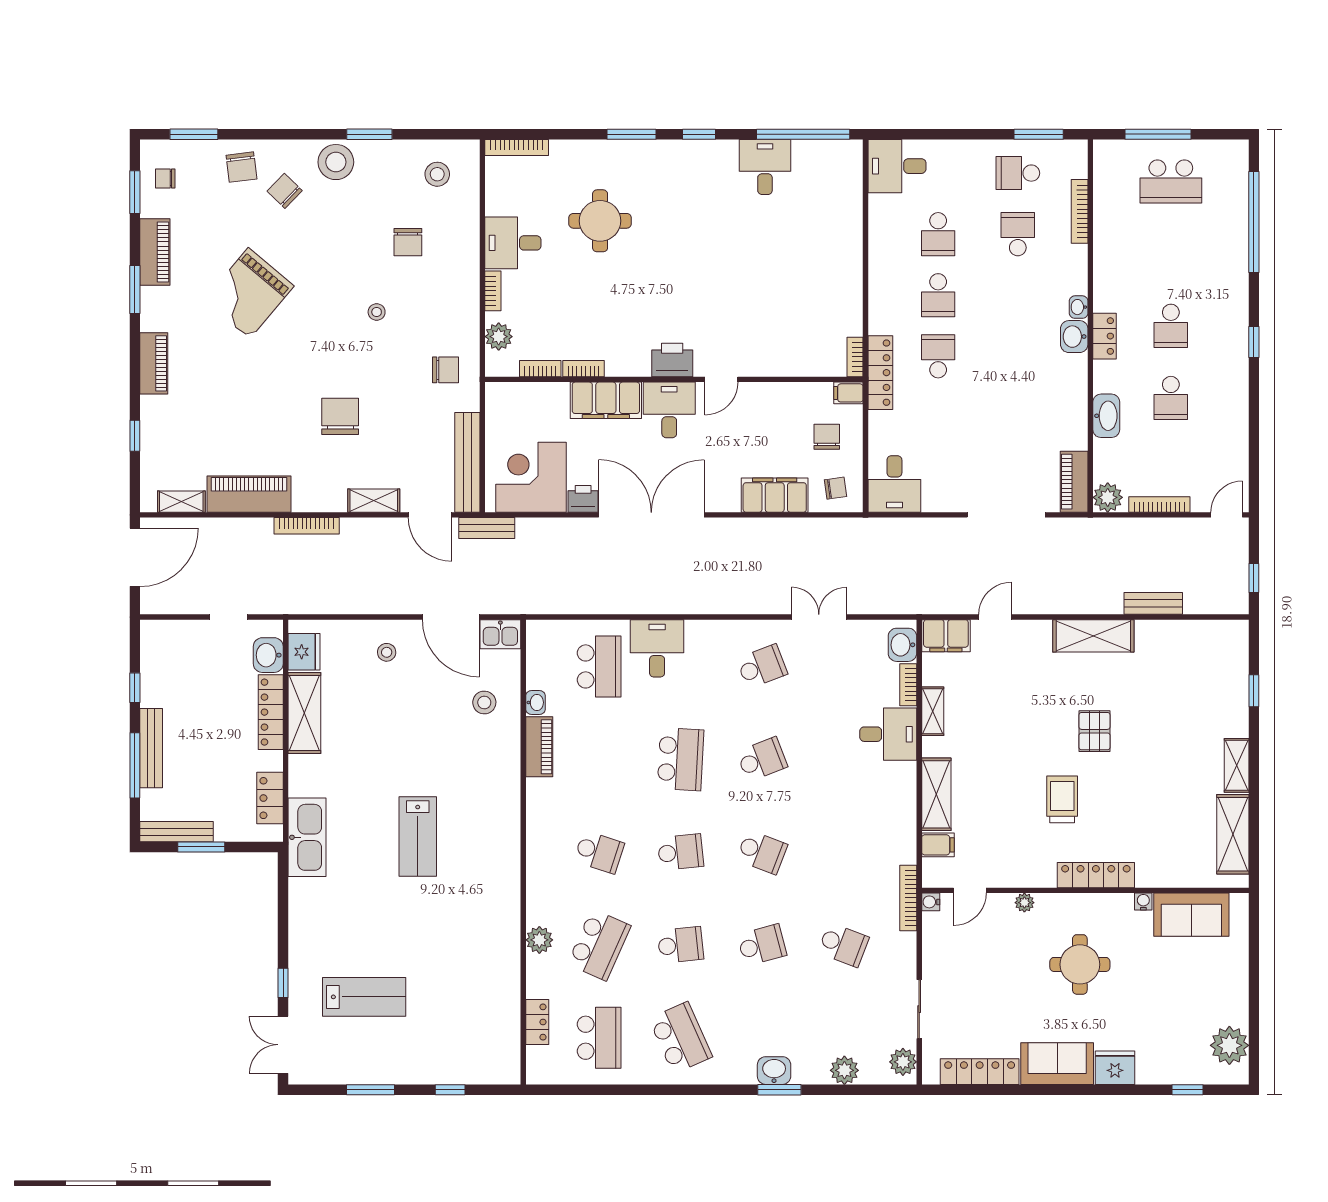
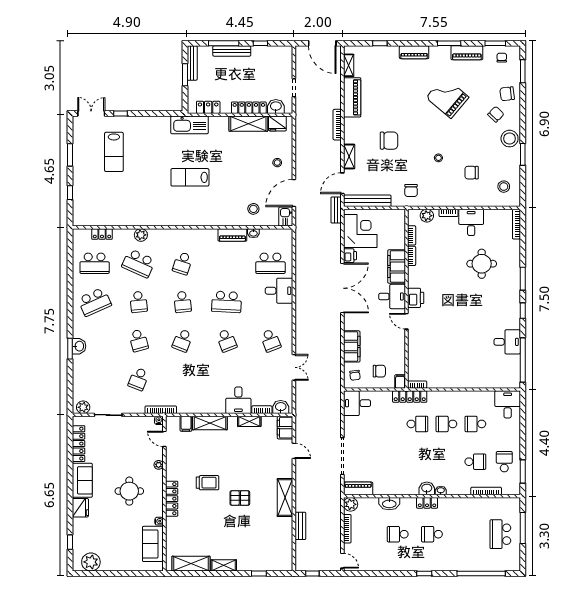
plant: (844, 1070) -> (79, 380), removed

